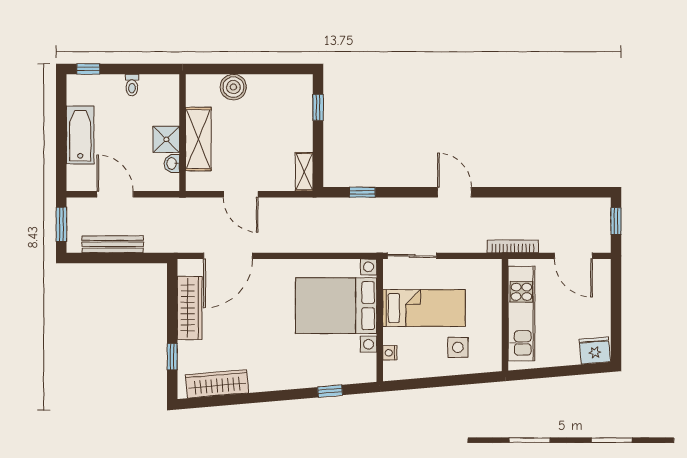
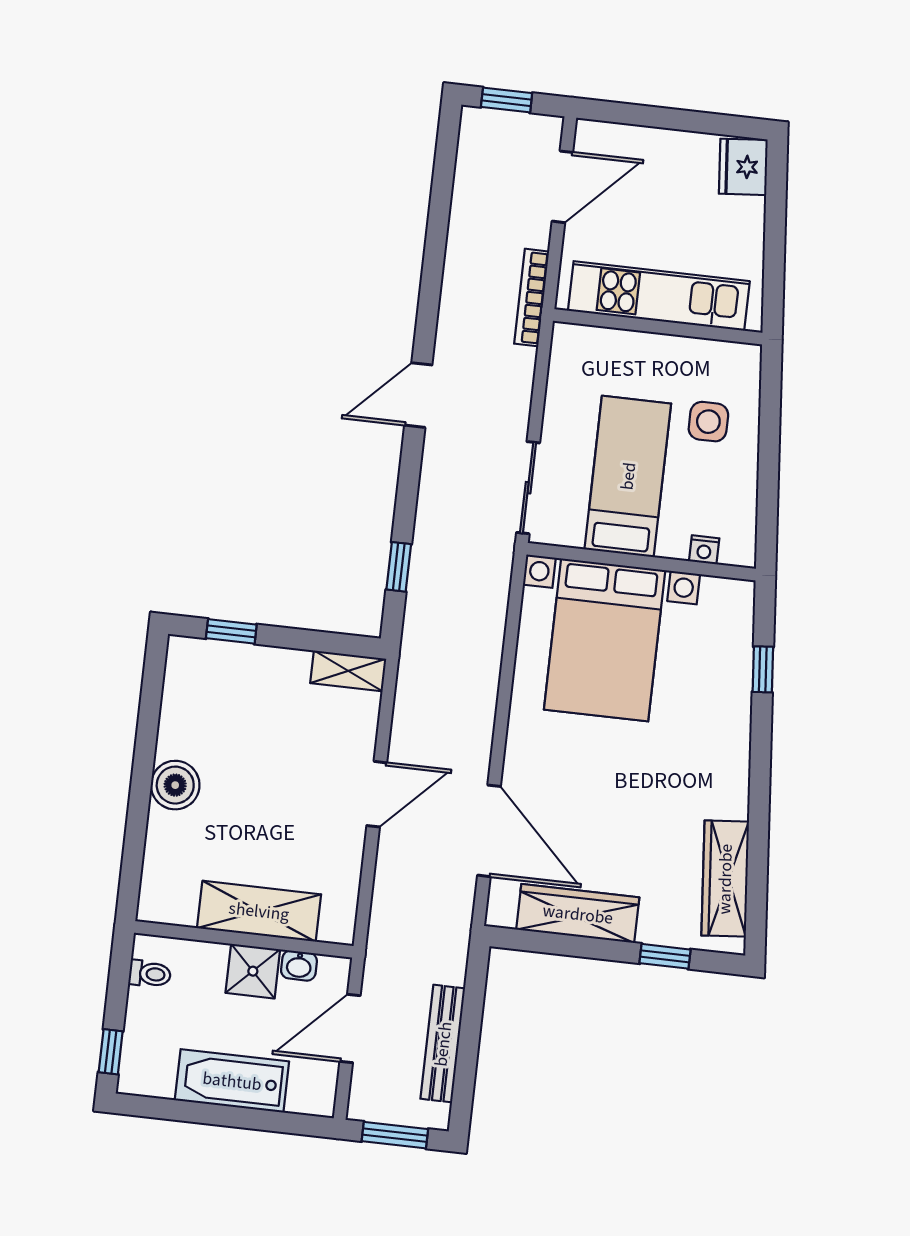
wall: (183, 133) -> (244, 939), moved
shower: (166, 139) -> (253, 971), moved
shelving: (198, 139) -> (259, 911), moved
washbasin: (172, 163) -> (299, 966), moved

